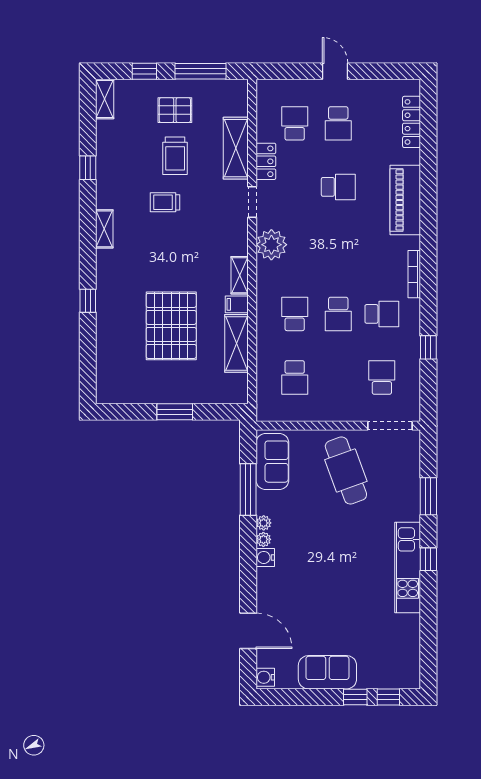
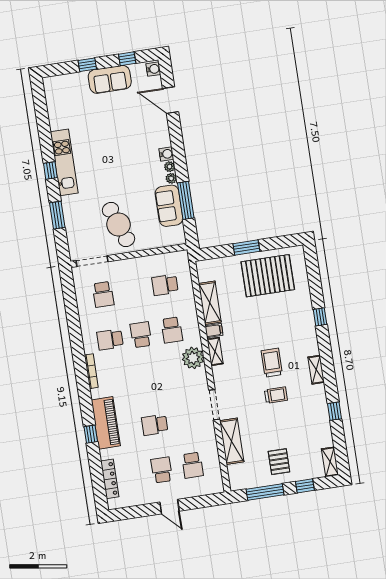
pallet: (175, 110) -> (279, 462), turned 90
trolley: (175, 156) -> (272, 363), moved
locker: (266, 161) -> (209, 435), removed
doorway: (252, 202) -> (214, 405), width x1.38
plant: (271, 245) -> (193, 358), moved
pallet: (171, 326) -> (268, 276), moved, turned 90
window: (428, 347) -> (91, 434), moved
school desk: (295, 377) -> (165, 285), turned -90
sofa: (272, 462) -> (169, 206), moved
window: (388, 697) -> (127, 59), moved

